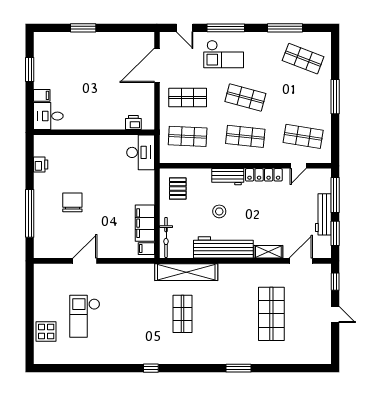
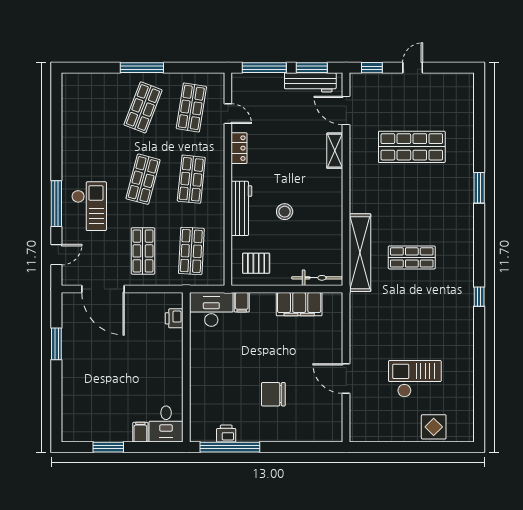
window: (83, 28) -> (56, 344), moved
window: (285, 28) -> (56, 130), removed
shop shelf: (303, 59) -> (143, 107), moved
locker: (264, 175) -> (239, 148), width x0.66
workbench: (228, 177) -> (241, 208), width x1.38
window: (30, 213) -> (230, 447), moved
workbench: (323, 214) -> (310, 82), moved
workbench: (223, 247) -> (329, 207), removed
filing cabinet: (146, 249) -> (242, 302), moved
checkout: (85, 316) -> (415, 379), turned 180

